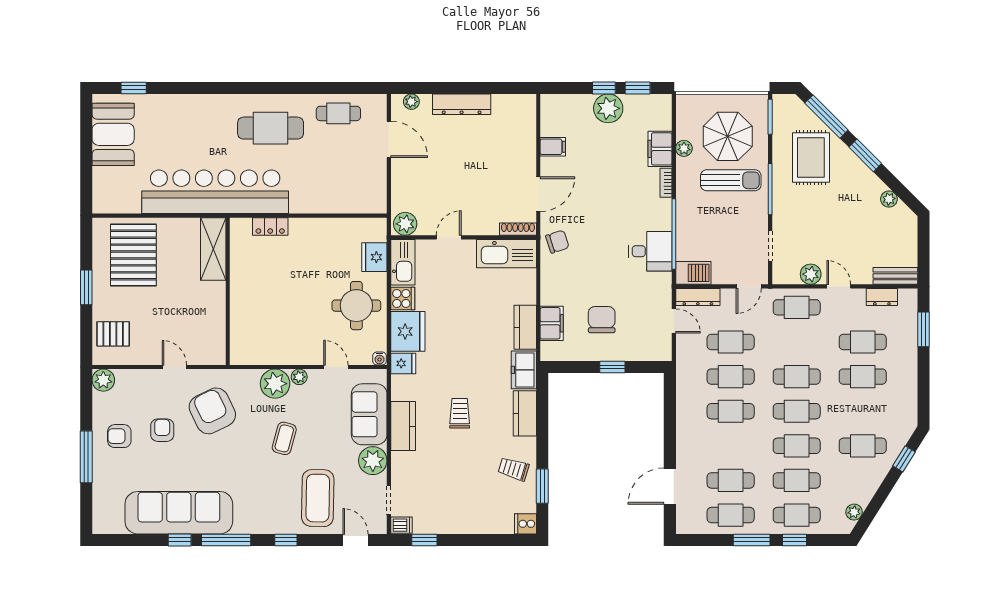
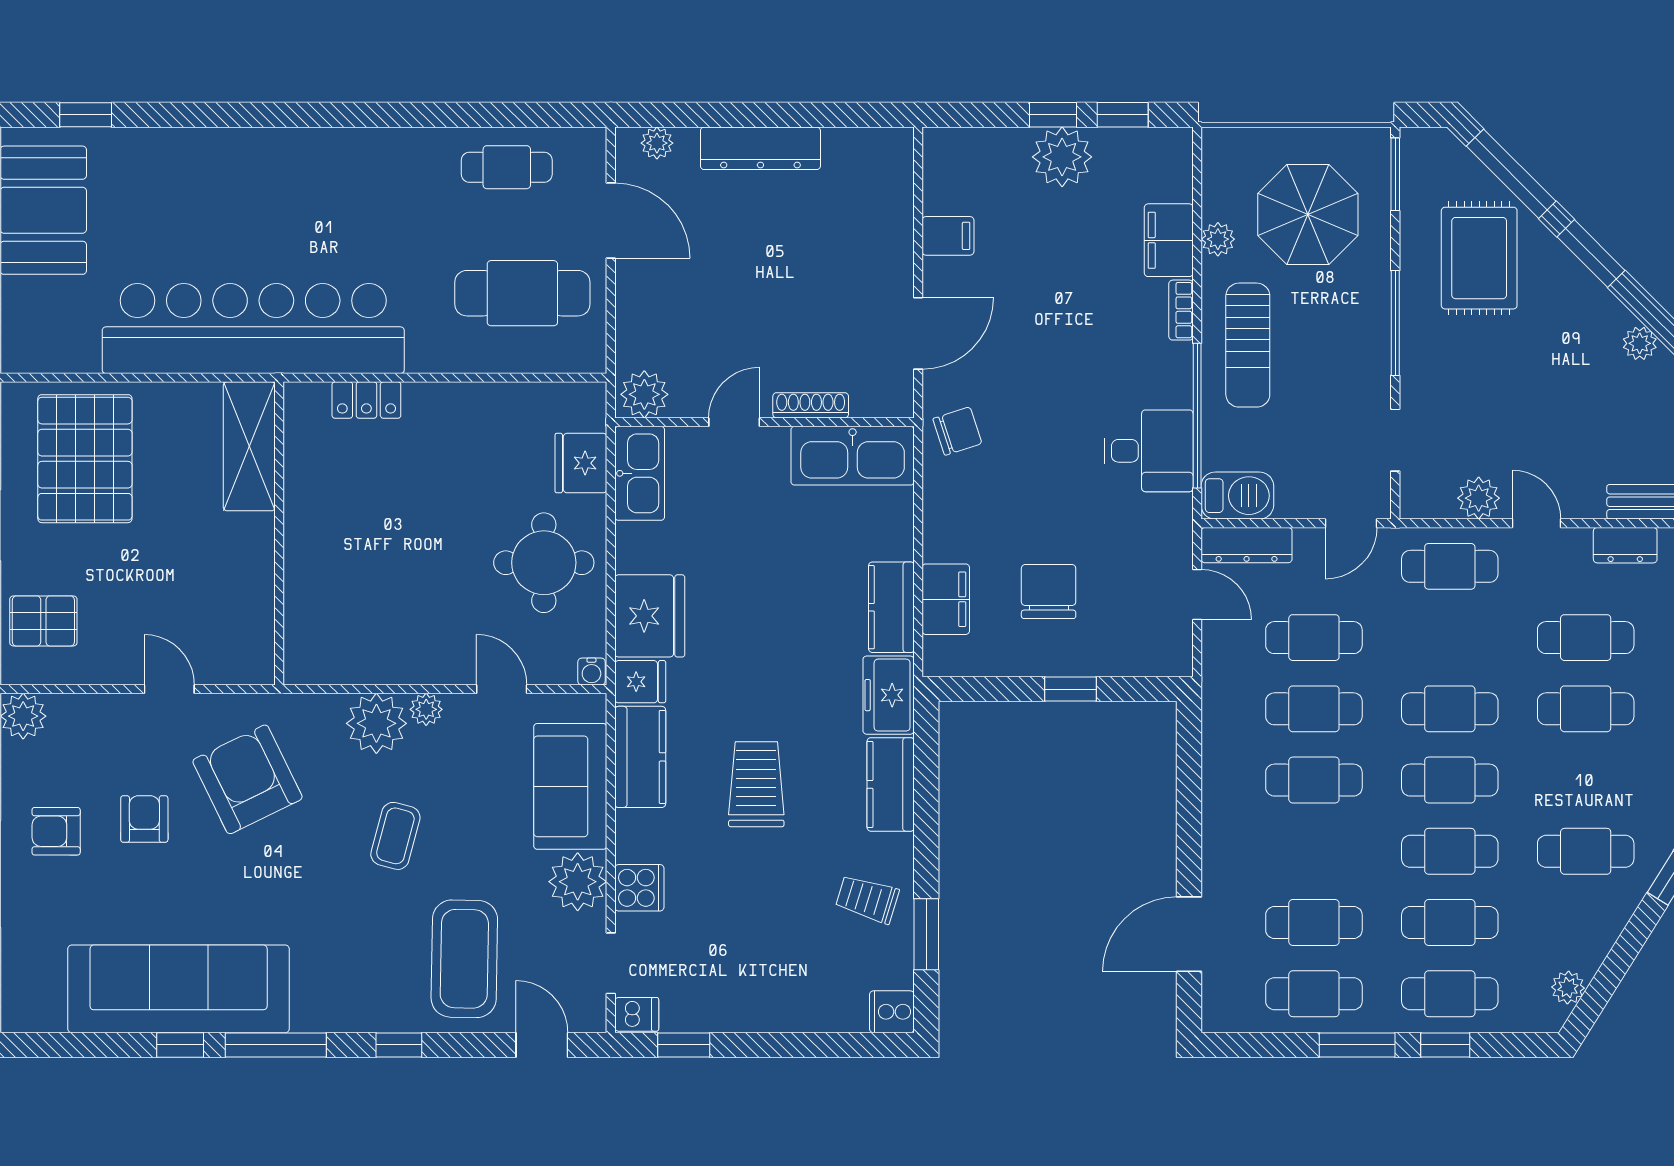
cafe table: (271, 128) -> (522, 293), moved
sun lounger: (731, 180) -> (1248, 345), moved, turned 90
shoe rack: (518, 229) -> (811, 405), moved
cooker: (403, 299) -> (639, 888), moved
trolley: (460, 413) -> (756, 784), width x1.36, depth x1.39
kitchen counter: (403, 426) -> (640, 757), moved

